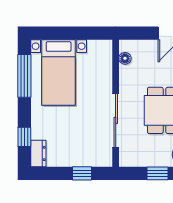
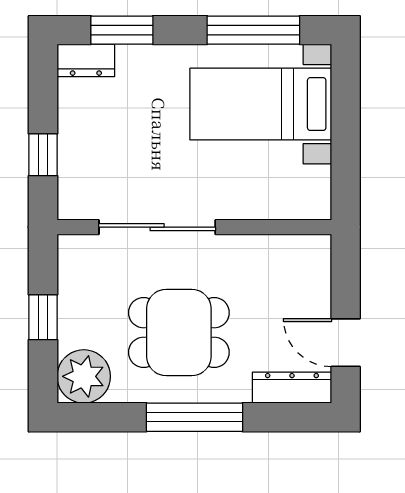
floor lamp: (125, 58) -> (291, 247), removed
window: (24, 137) -> (122, 30), width x1.50

